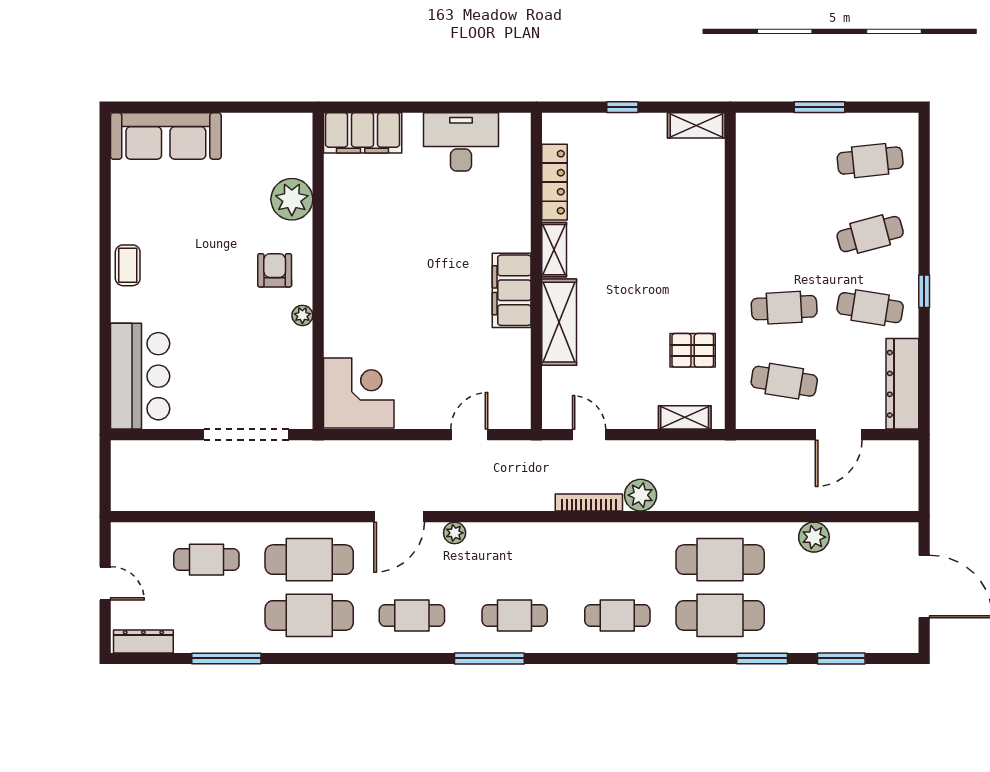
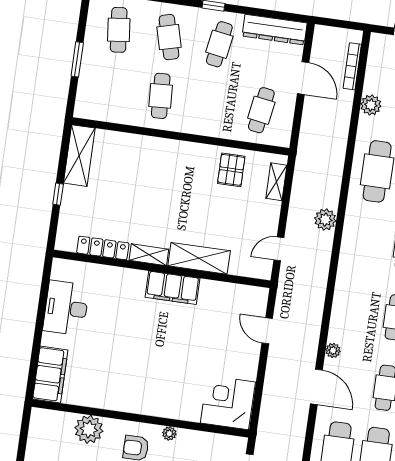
shelving: (696, 125) -> (79, 156), width x1.50, depth x1.33
cafe table: (784, 308) -> (161, 96), moved
bookcase: (589, 502) -> (352, 66), moved

